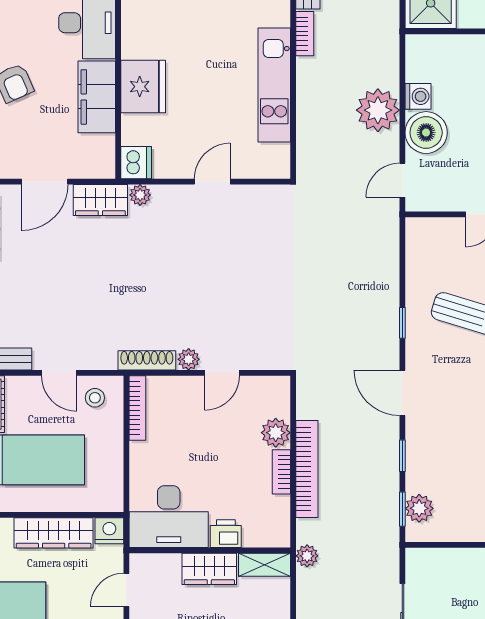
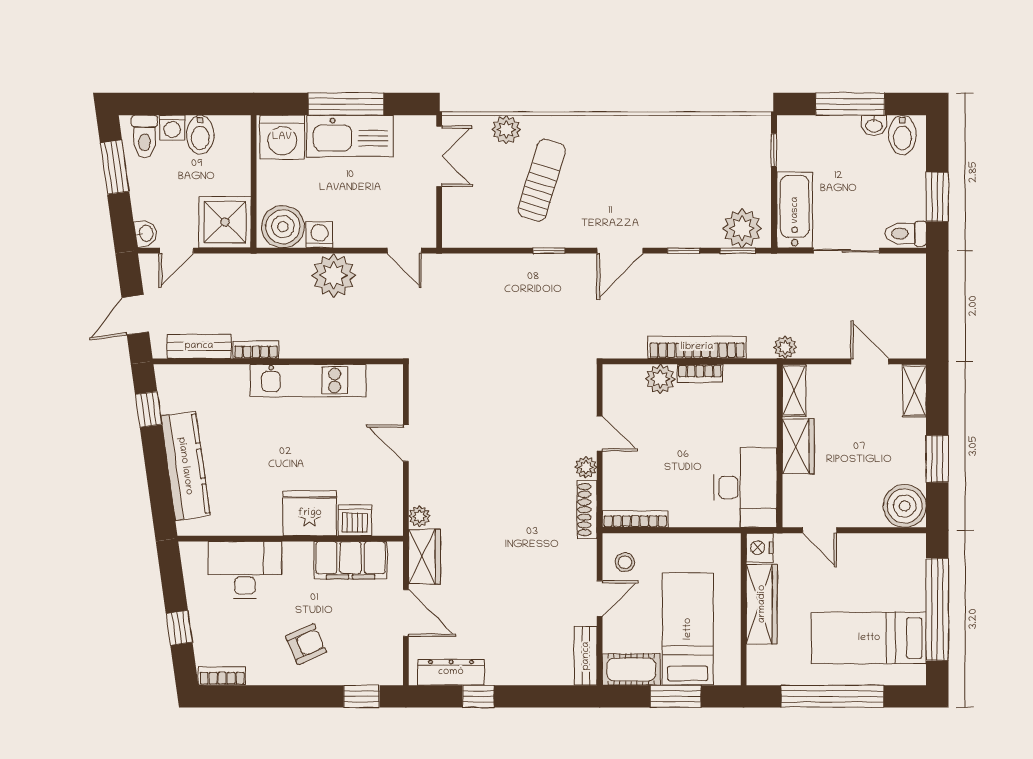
filing cabinet: (97, 97) -> (351, 560), moved
boiler: (426, 133) -> (283, 227), moved
dishwasher: (136, 163) -> (355, 520), moved
plant: (419, 508) -> (742, 228), width x1.36, depth x1.36
printer: (226, 534) -> (763, 430), removed
bathtub: (442, 565) -> (795, 210), added

